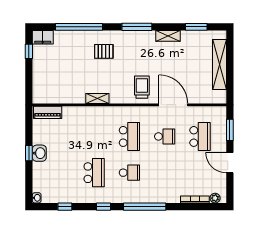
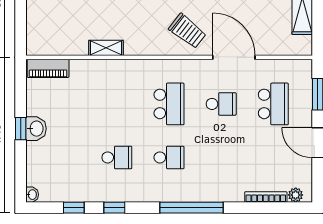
trolley: (142, 87) -> (187, 31), turned 128
shelving: (97, 99) -> (106, 48), moved
school desk: (94, 173) -> (117, 157), width x0.54
window: (104, 207) -> (114, 208), moved

